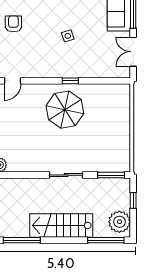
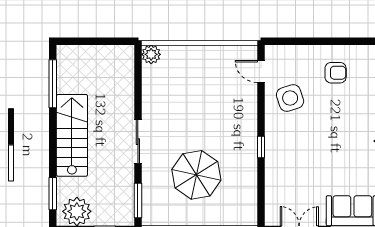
side table: (68, 36) -> (290, 98), moved, width x1.87, depth x1.87
parasol: (65, 110) -> (196, 175), moved
window: (106, 240) -> (53, 194), width x0.69

